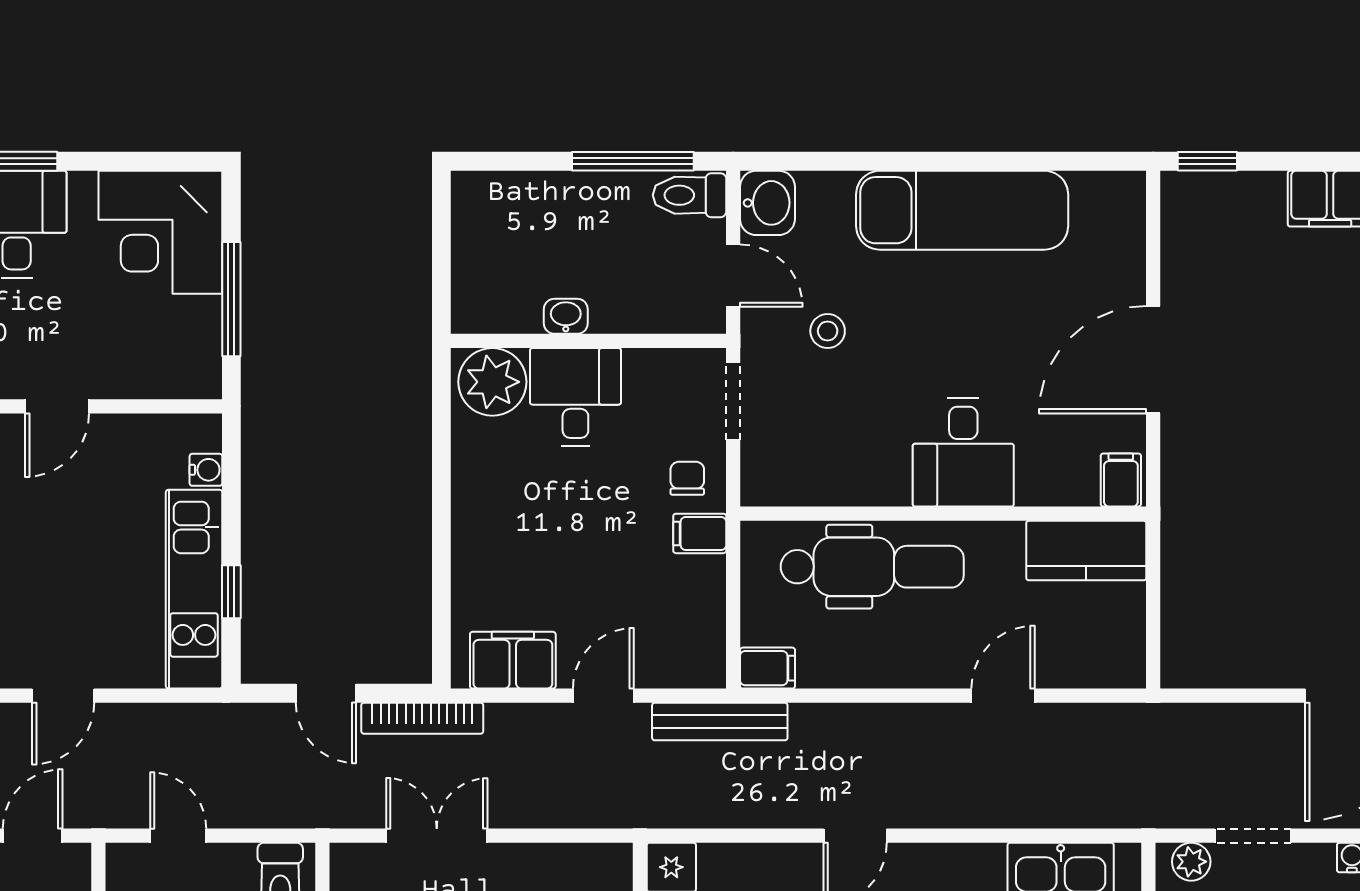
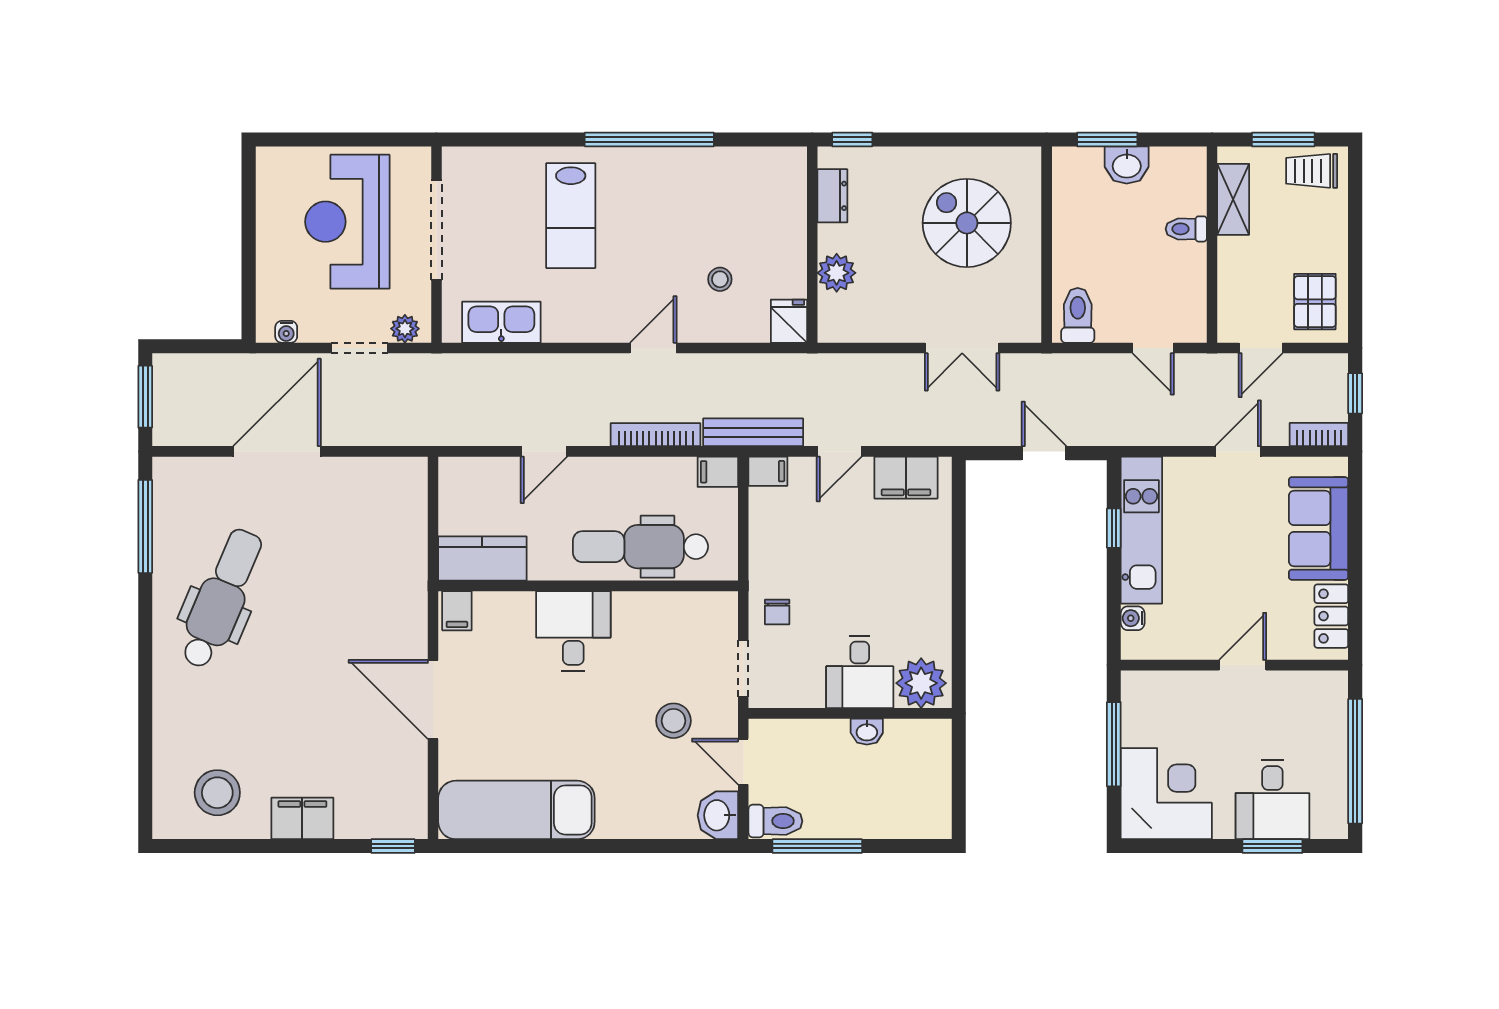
exam couch: (962, 210) -> (516, 810), moved
stool: (828, 331) -> (673, 721), width x1.37, depth x1.37
door: (1153, 360) -> (433, 699), swing flipped
filing cabinet: (700, 533) -> (768, 471), moved
bookcase: (422, 718) -> (656, 435), moved

